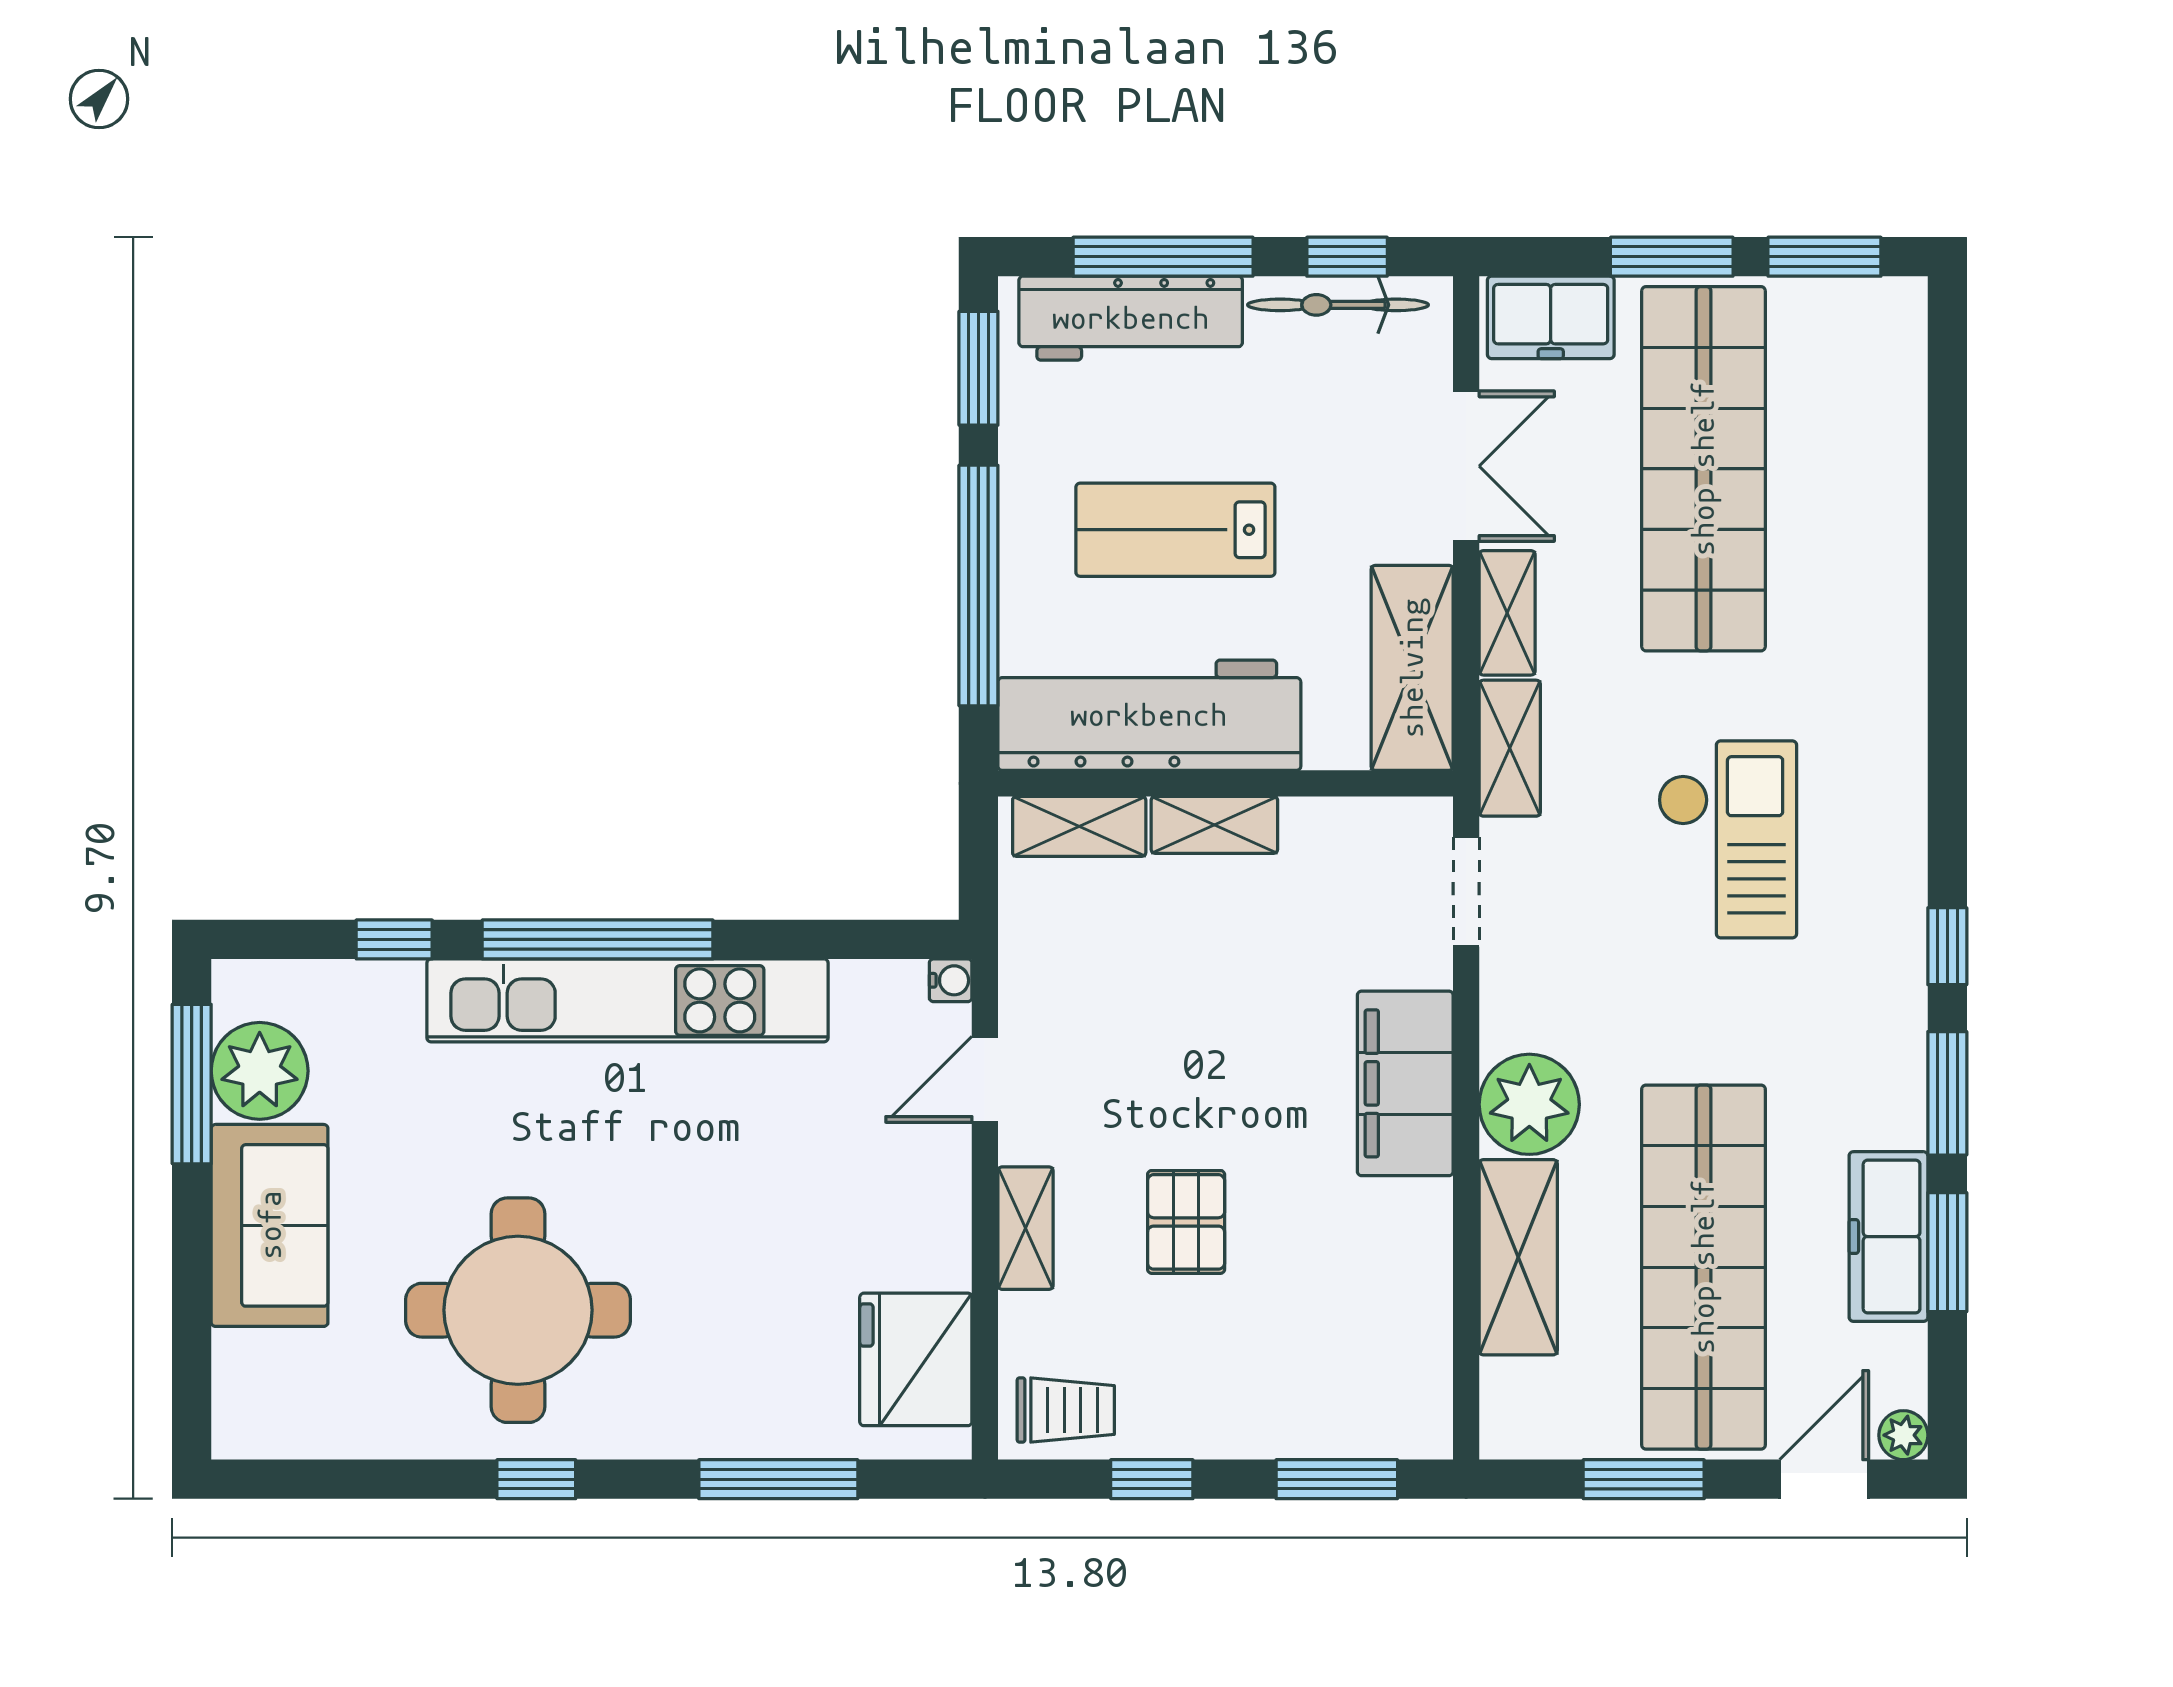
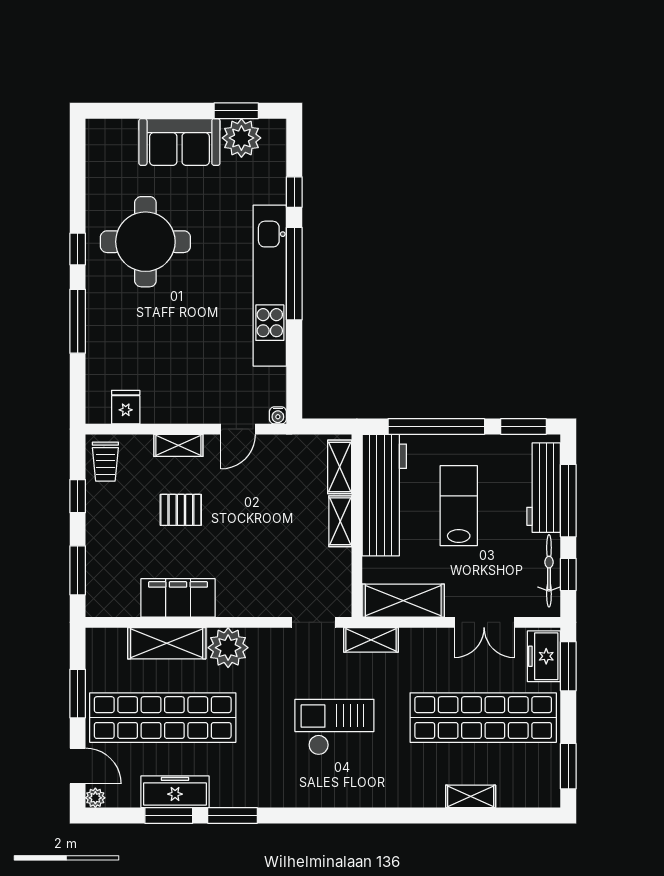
window: (1672, 257) -> (568, 666), moved
shelving: (1507, 613) -> (471, 796), moved
checkout: (1727, 839) -> (334, 727), turned 180
window: (1947, 946) -> (292, 815), removed
door: (985, 1079) -> (238, 429), swing flipped
filing cabinet: (1405, 1083) -> (178, 598), moved
window: (192, 1084) -> (236, 111), width x0.69
fridge: (916, 1359) -> (126, 407), width x0.53, depth x0.75
window: (778, 1479) -> (78, 321), moved

